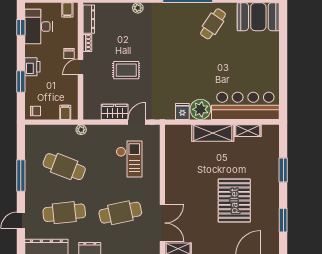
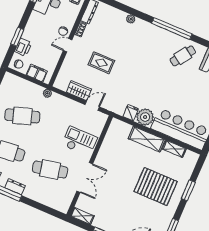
printer: (32, 67) -> (23, 47), moved
filing cabinet: (65, 112) -> (37, 73), width x2.00
checkout: (129, 159) -> (79, 141), moved, turned -90
cafe table: (64, 167) -> (22, 116), turned -39
pallet: (234, 201) -> (156, 186), moved, turned 90
double door: (162, 223) -> (85, 177), moved

